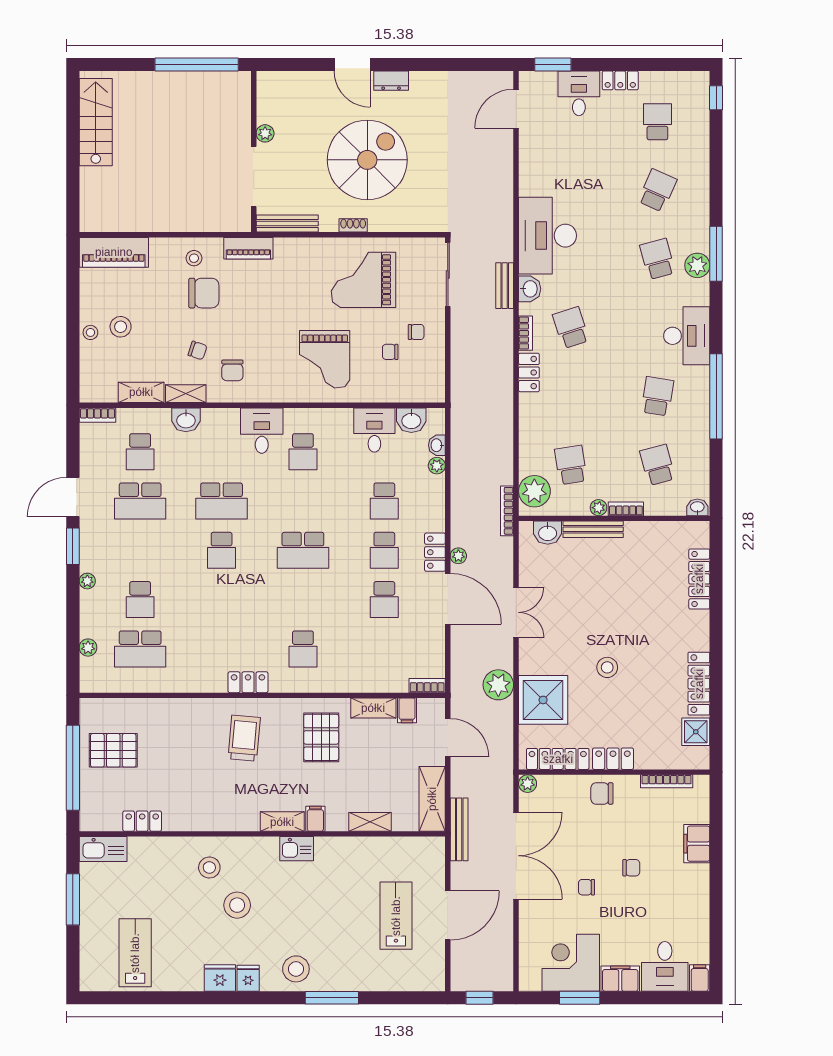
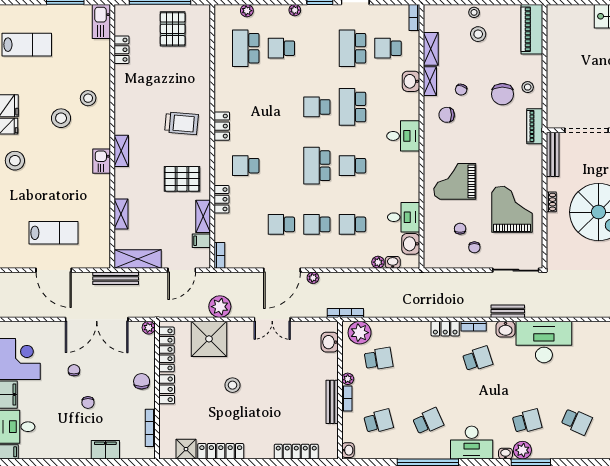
washbasin: (702, 289) -> (505, 454), added
school desk: (657, 396) -> (428, 421), turned -33
school desk: (303, 452) -> (352, 166), moved
bench: (593, 529) -> (332, 402), moved
locker: (435, 552) -> (222, 199), moved, turned 90
filing cabinet: (315, 819) -> (123, 175), removed

